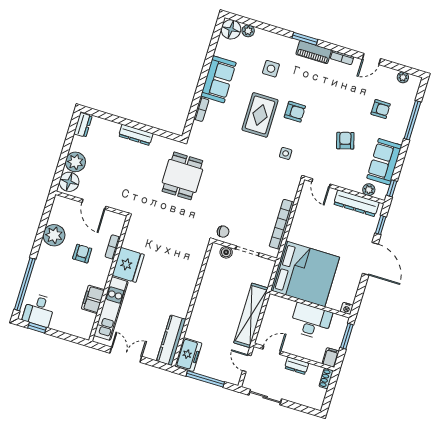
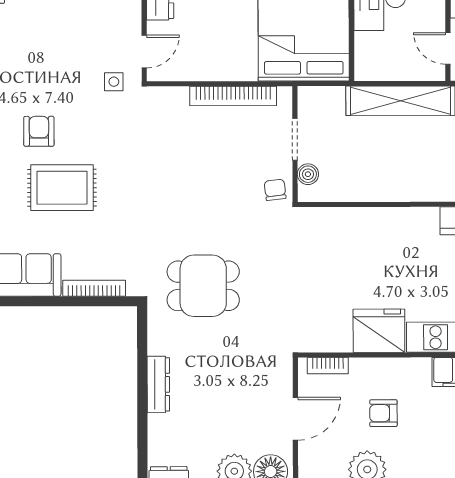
bookcase: (201, 109) -> (94, 288), width x1.56
armchair: (345, 141) -> (61, 33), removed
side table: (286, 153) -> (114, 82), moved
bookcase: (113, 247) -> (328, 366), moved

